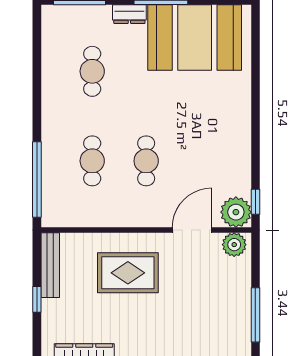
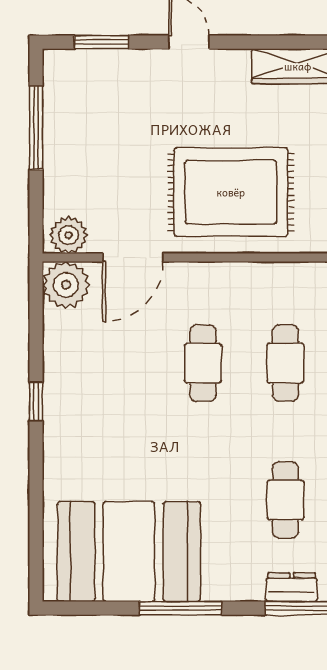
dresser: (129, 14) -> (292, 587), moved
window: (255, 202) -> (36, 401), moved
rug: (128, 273) -> (231, 192), width x1.37, depth x1.44

